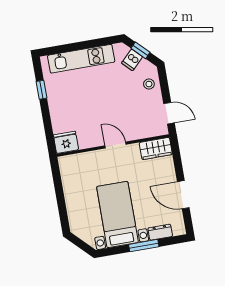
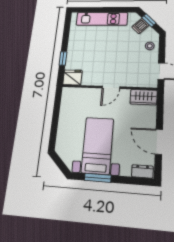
window: (41, 90) -> (63, 59), moved
door: (115, 145) -> (111, 87), swing flipped
dresser: (160, 232) -> (142, 171), moved
window: (144, 246) -> (98, 178), moved

